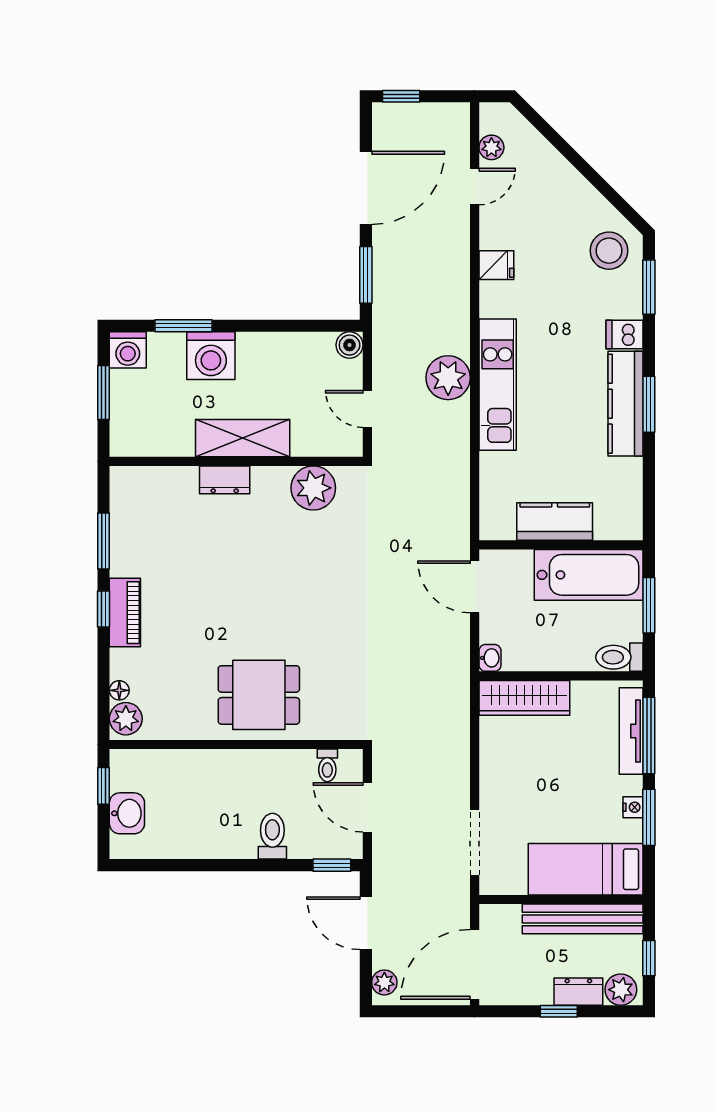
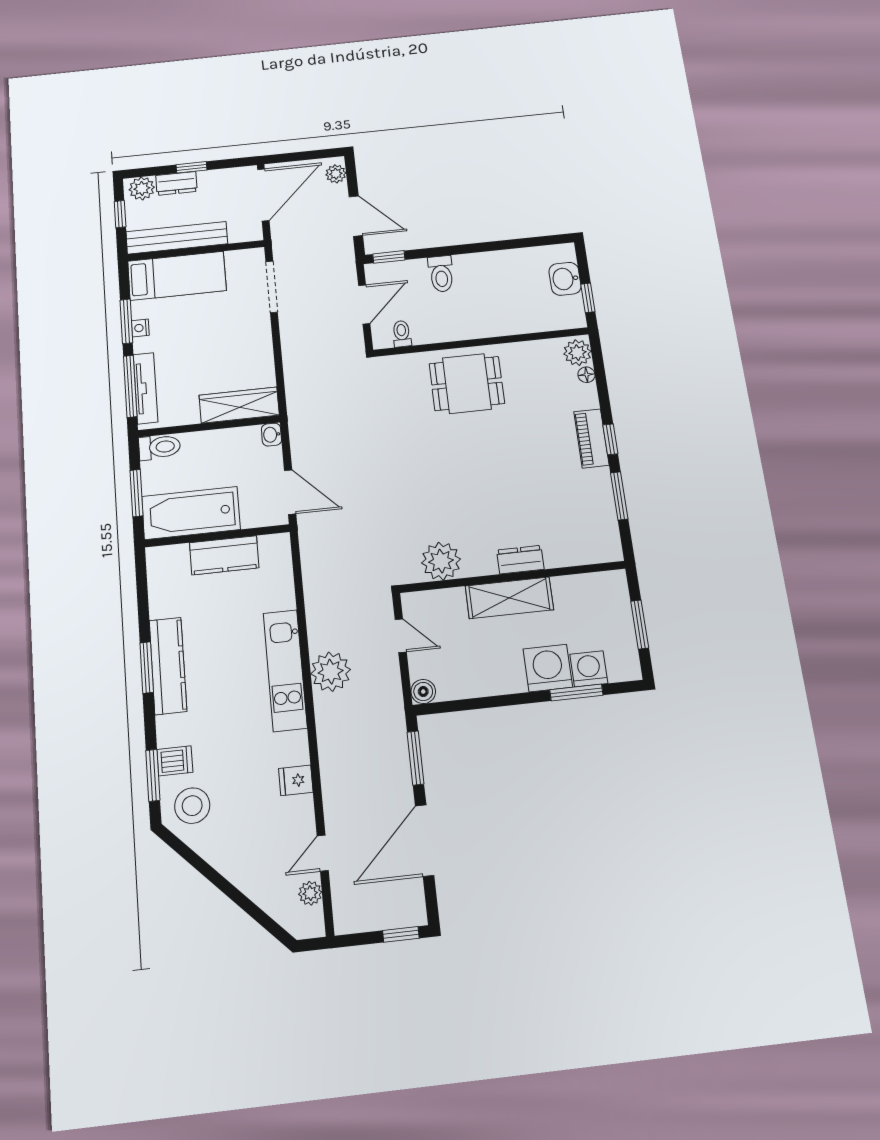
dishwasher: (625, 335) -> (175, 761), moved
washing machine: (128, 350) -> (589, 669), moved
door: (367, 807) -> (364, 304), hinge flipped

